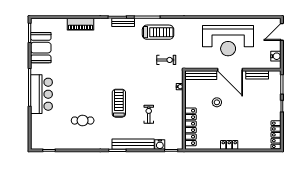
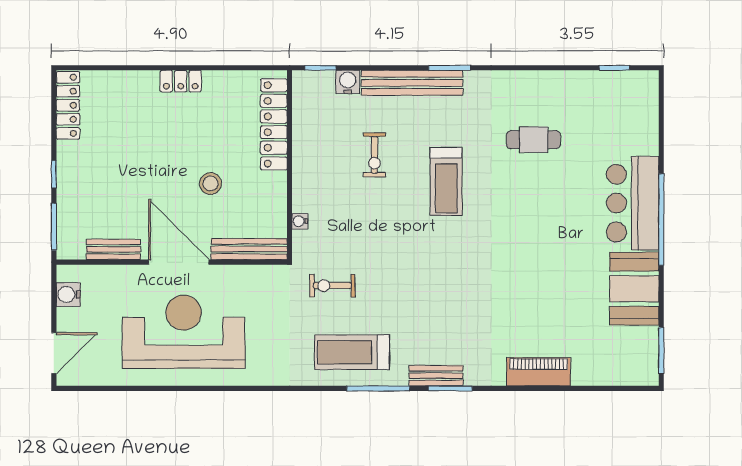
booth: (41, 48) -> (634, 289), moved

